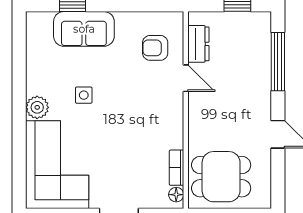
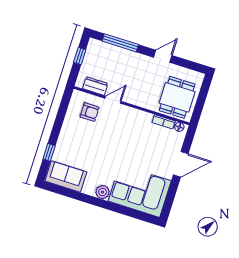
sofa: (84, 29) -> (66, 177), moved, turned -90
armchair: (155, 48) -> (90, 112), turned -90
side table: (84, 95) -> (104, 163), removed

